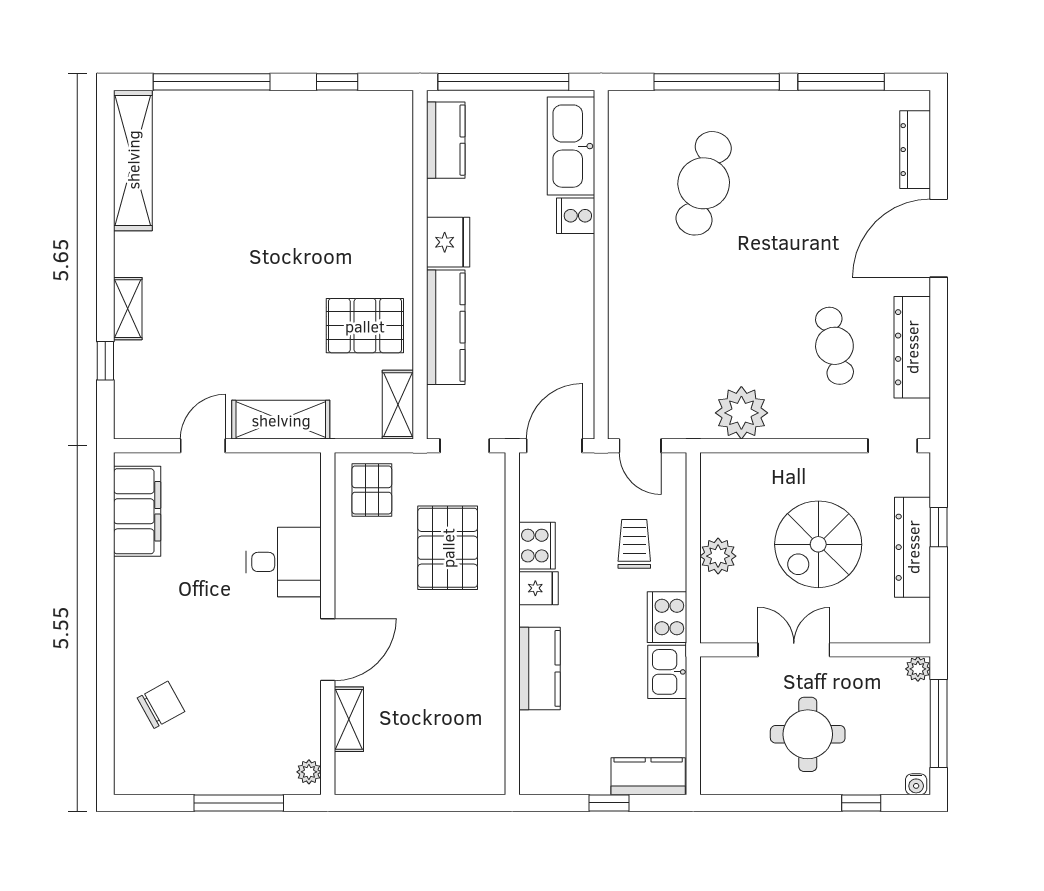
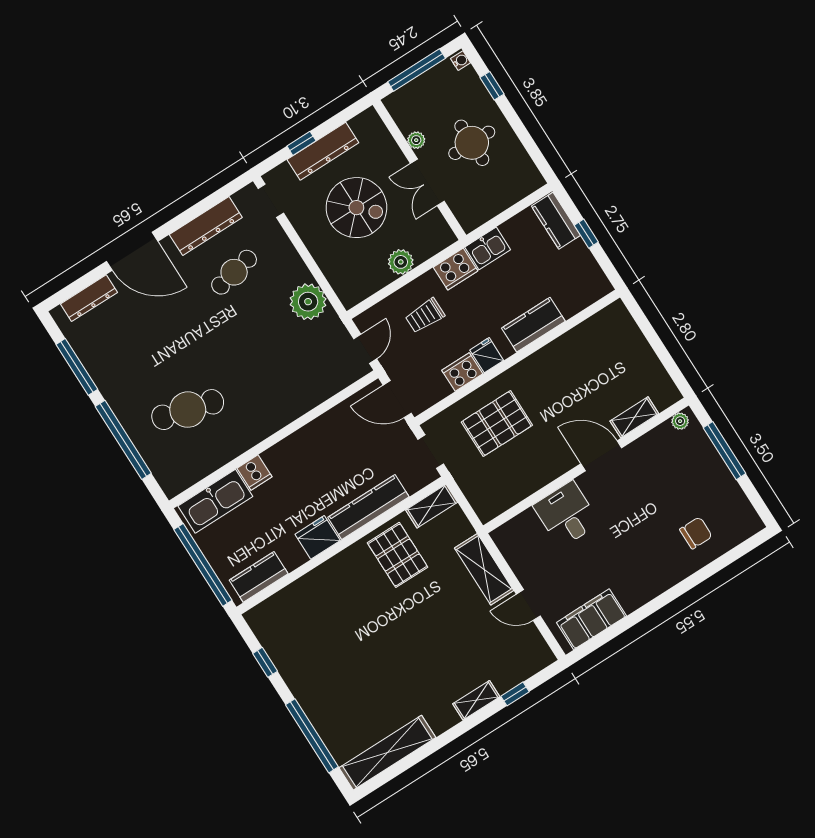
pallet: (372, 490) -> (491, 490), removed
plant: (918, 669) -> (416, 140), moved
chair: (161, 705) -> (696, 533), turned 119

